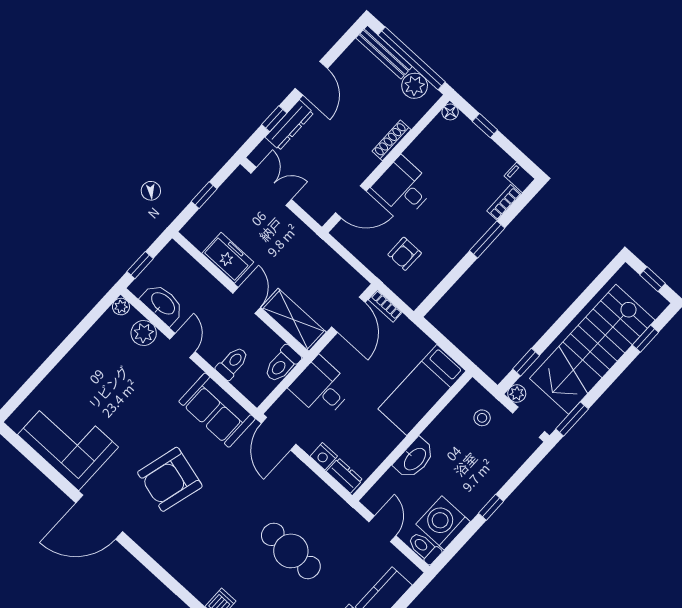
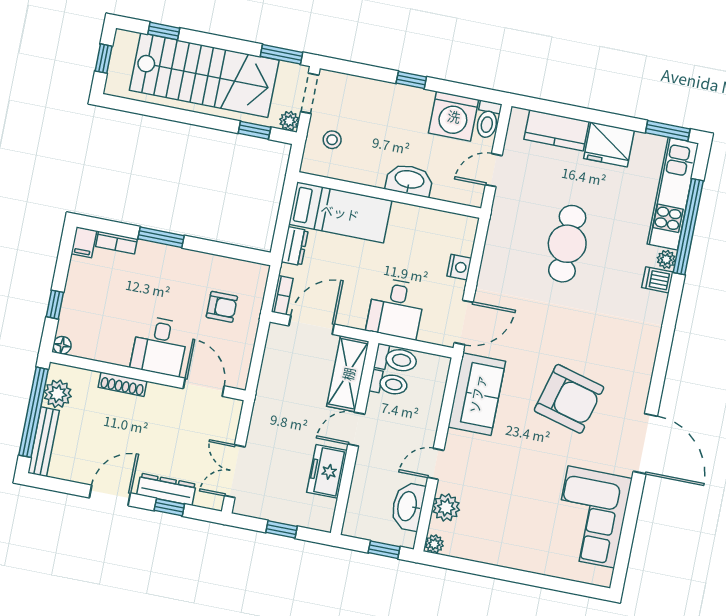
toilet: (232, 363) -> (389, 384), moved, turned 180
dresser: (345, 476) -> (295, 246), moved, turned 180

